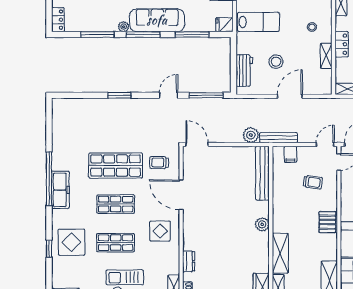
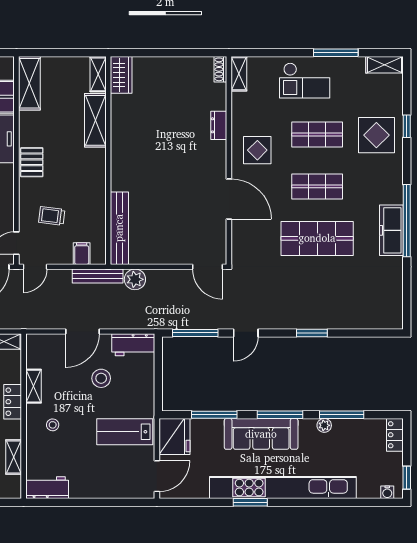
fridge: (224, 25) -> (174, 437), width x1.88, depth x1.34
plant: (124, 27) -> (324, 425), moved
workbench: (244, 71) -> (133, 345), moved, turned -90
trolley: (159, 163) -> (258, 242), removed
freezer: (60, 190) -> (391, 230), moved
plant: (262, 224) -> (120, 159), removed
dresser: (189, 261) -> (219, 125), moved

